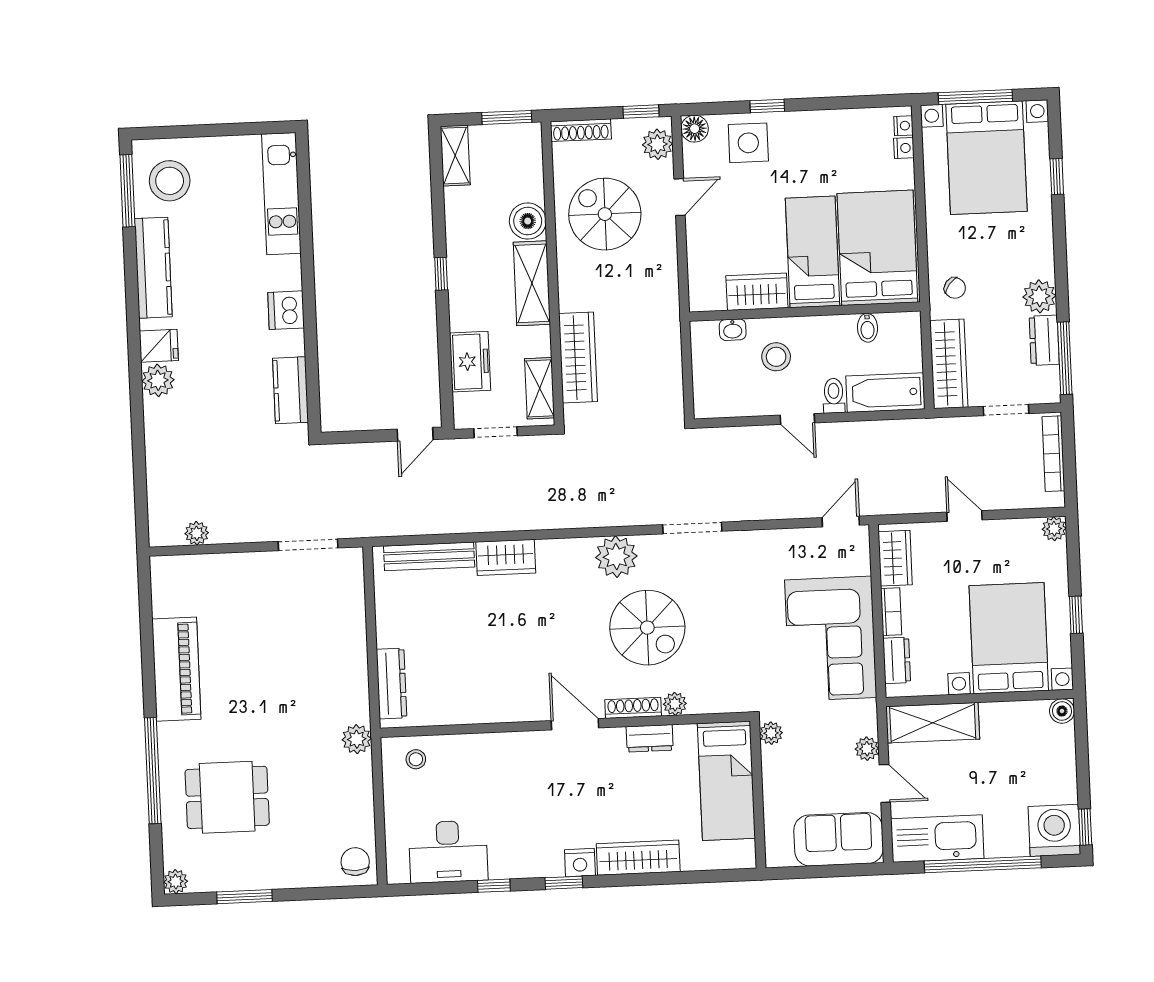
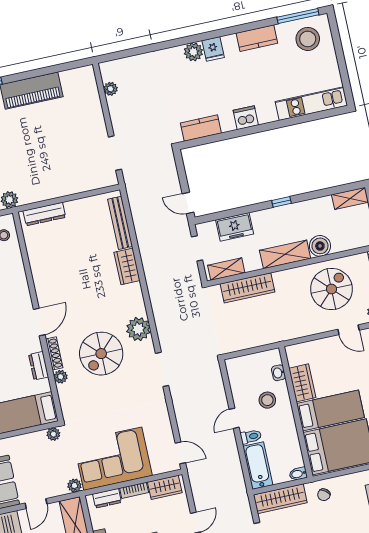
kitchen counter: (153, 268) -> (257, 38), width x0.67
bidet: (867, 328) -> (298, 474), moved
plant: (867, 749) -> (74, 486), moved

